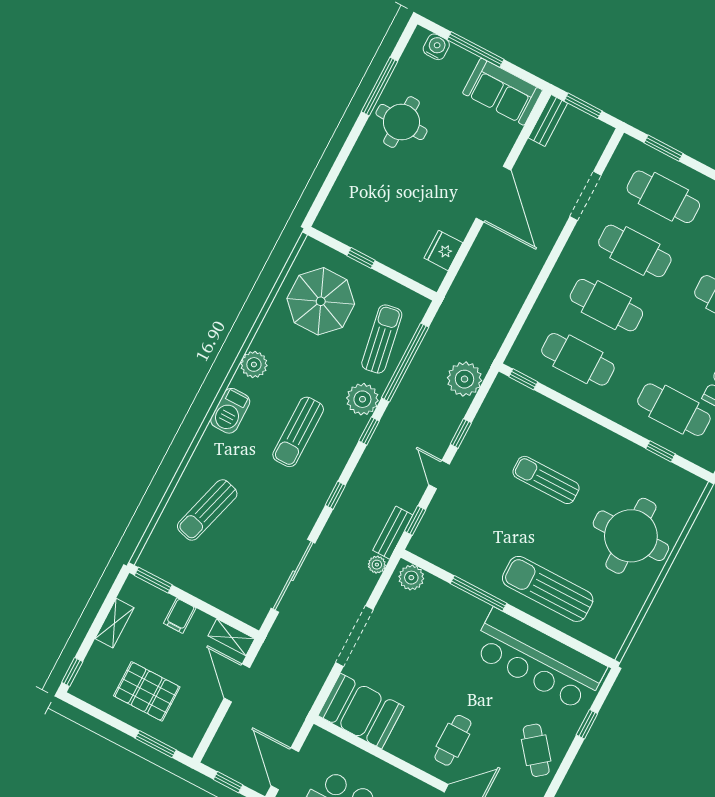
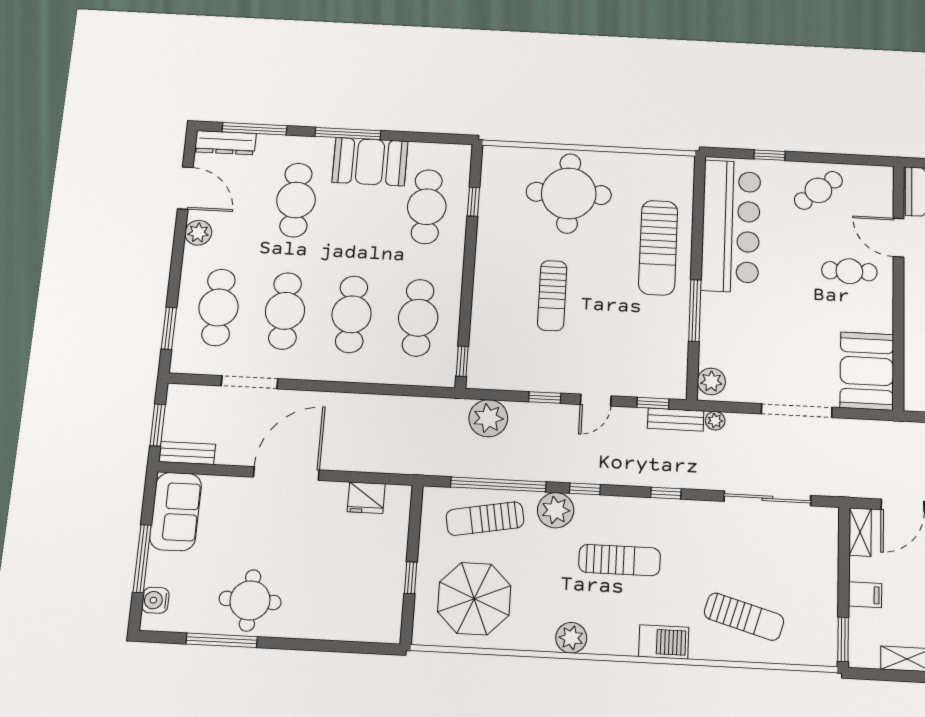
barbecue: (230, 411) -> (664, 642), moved

